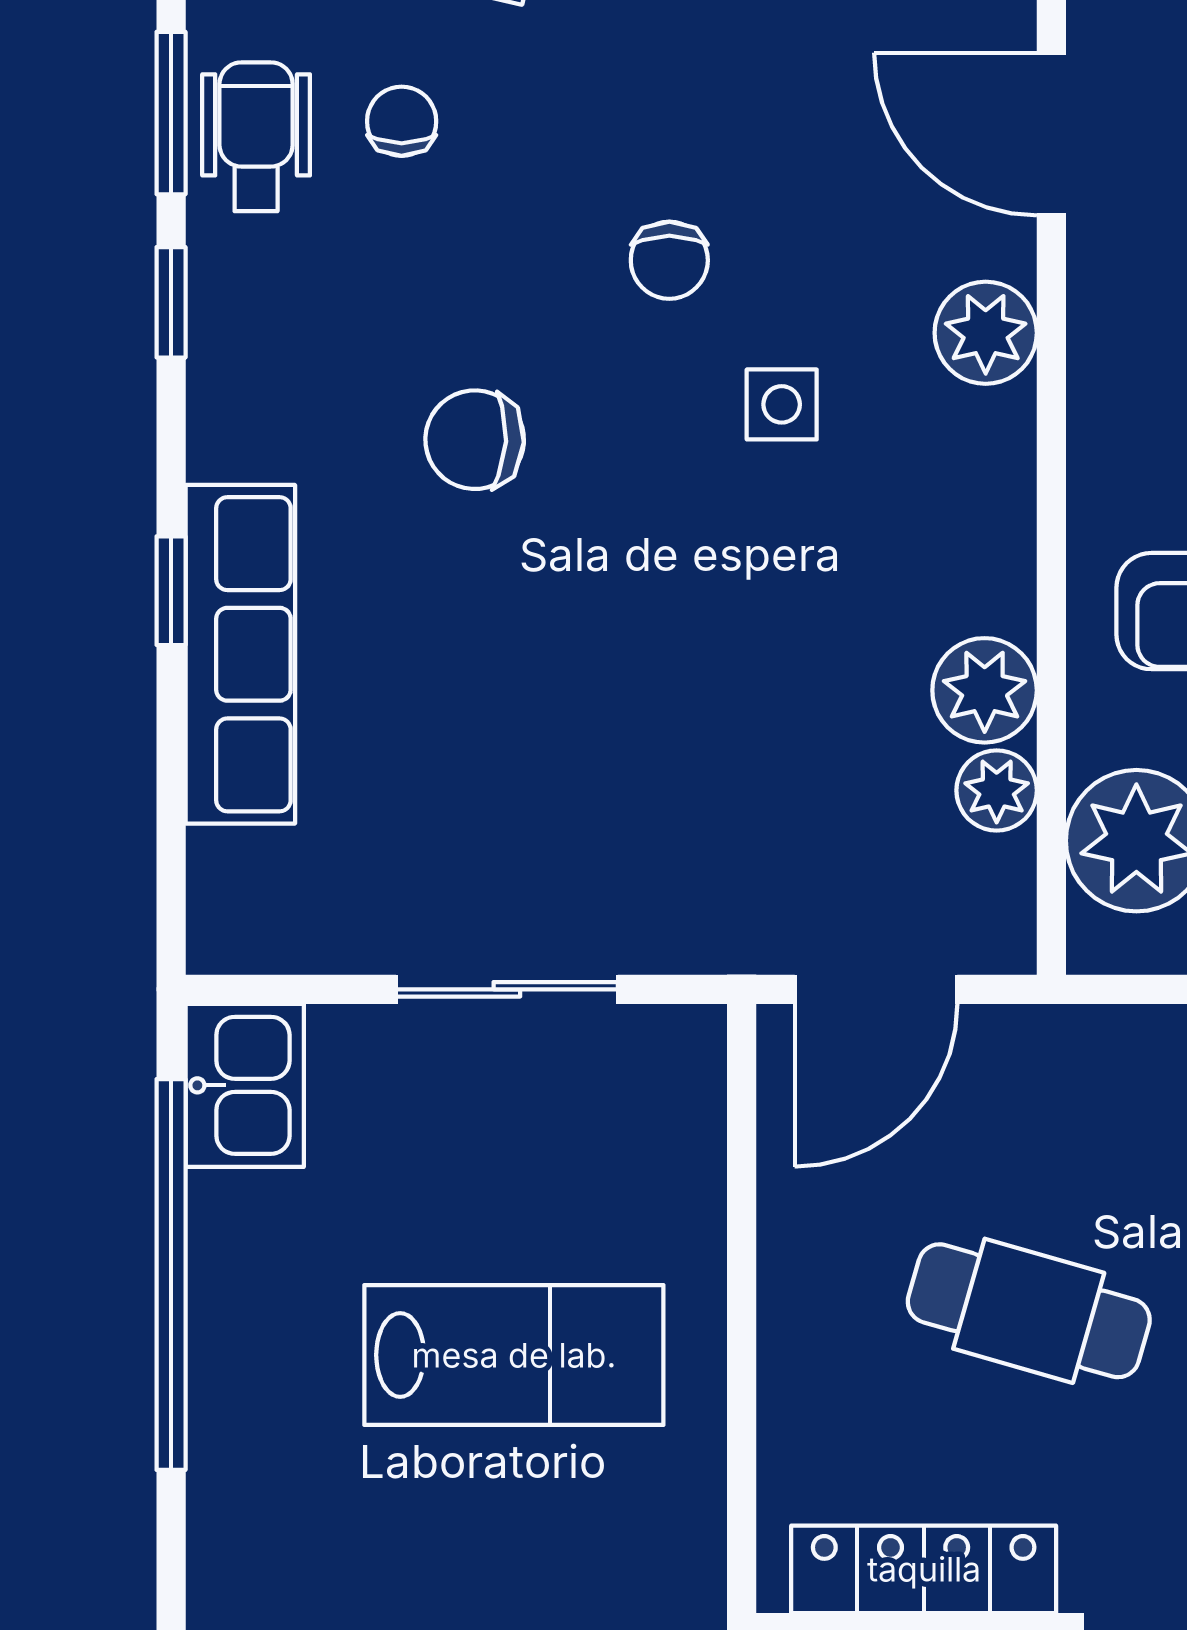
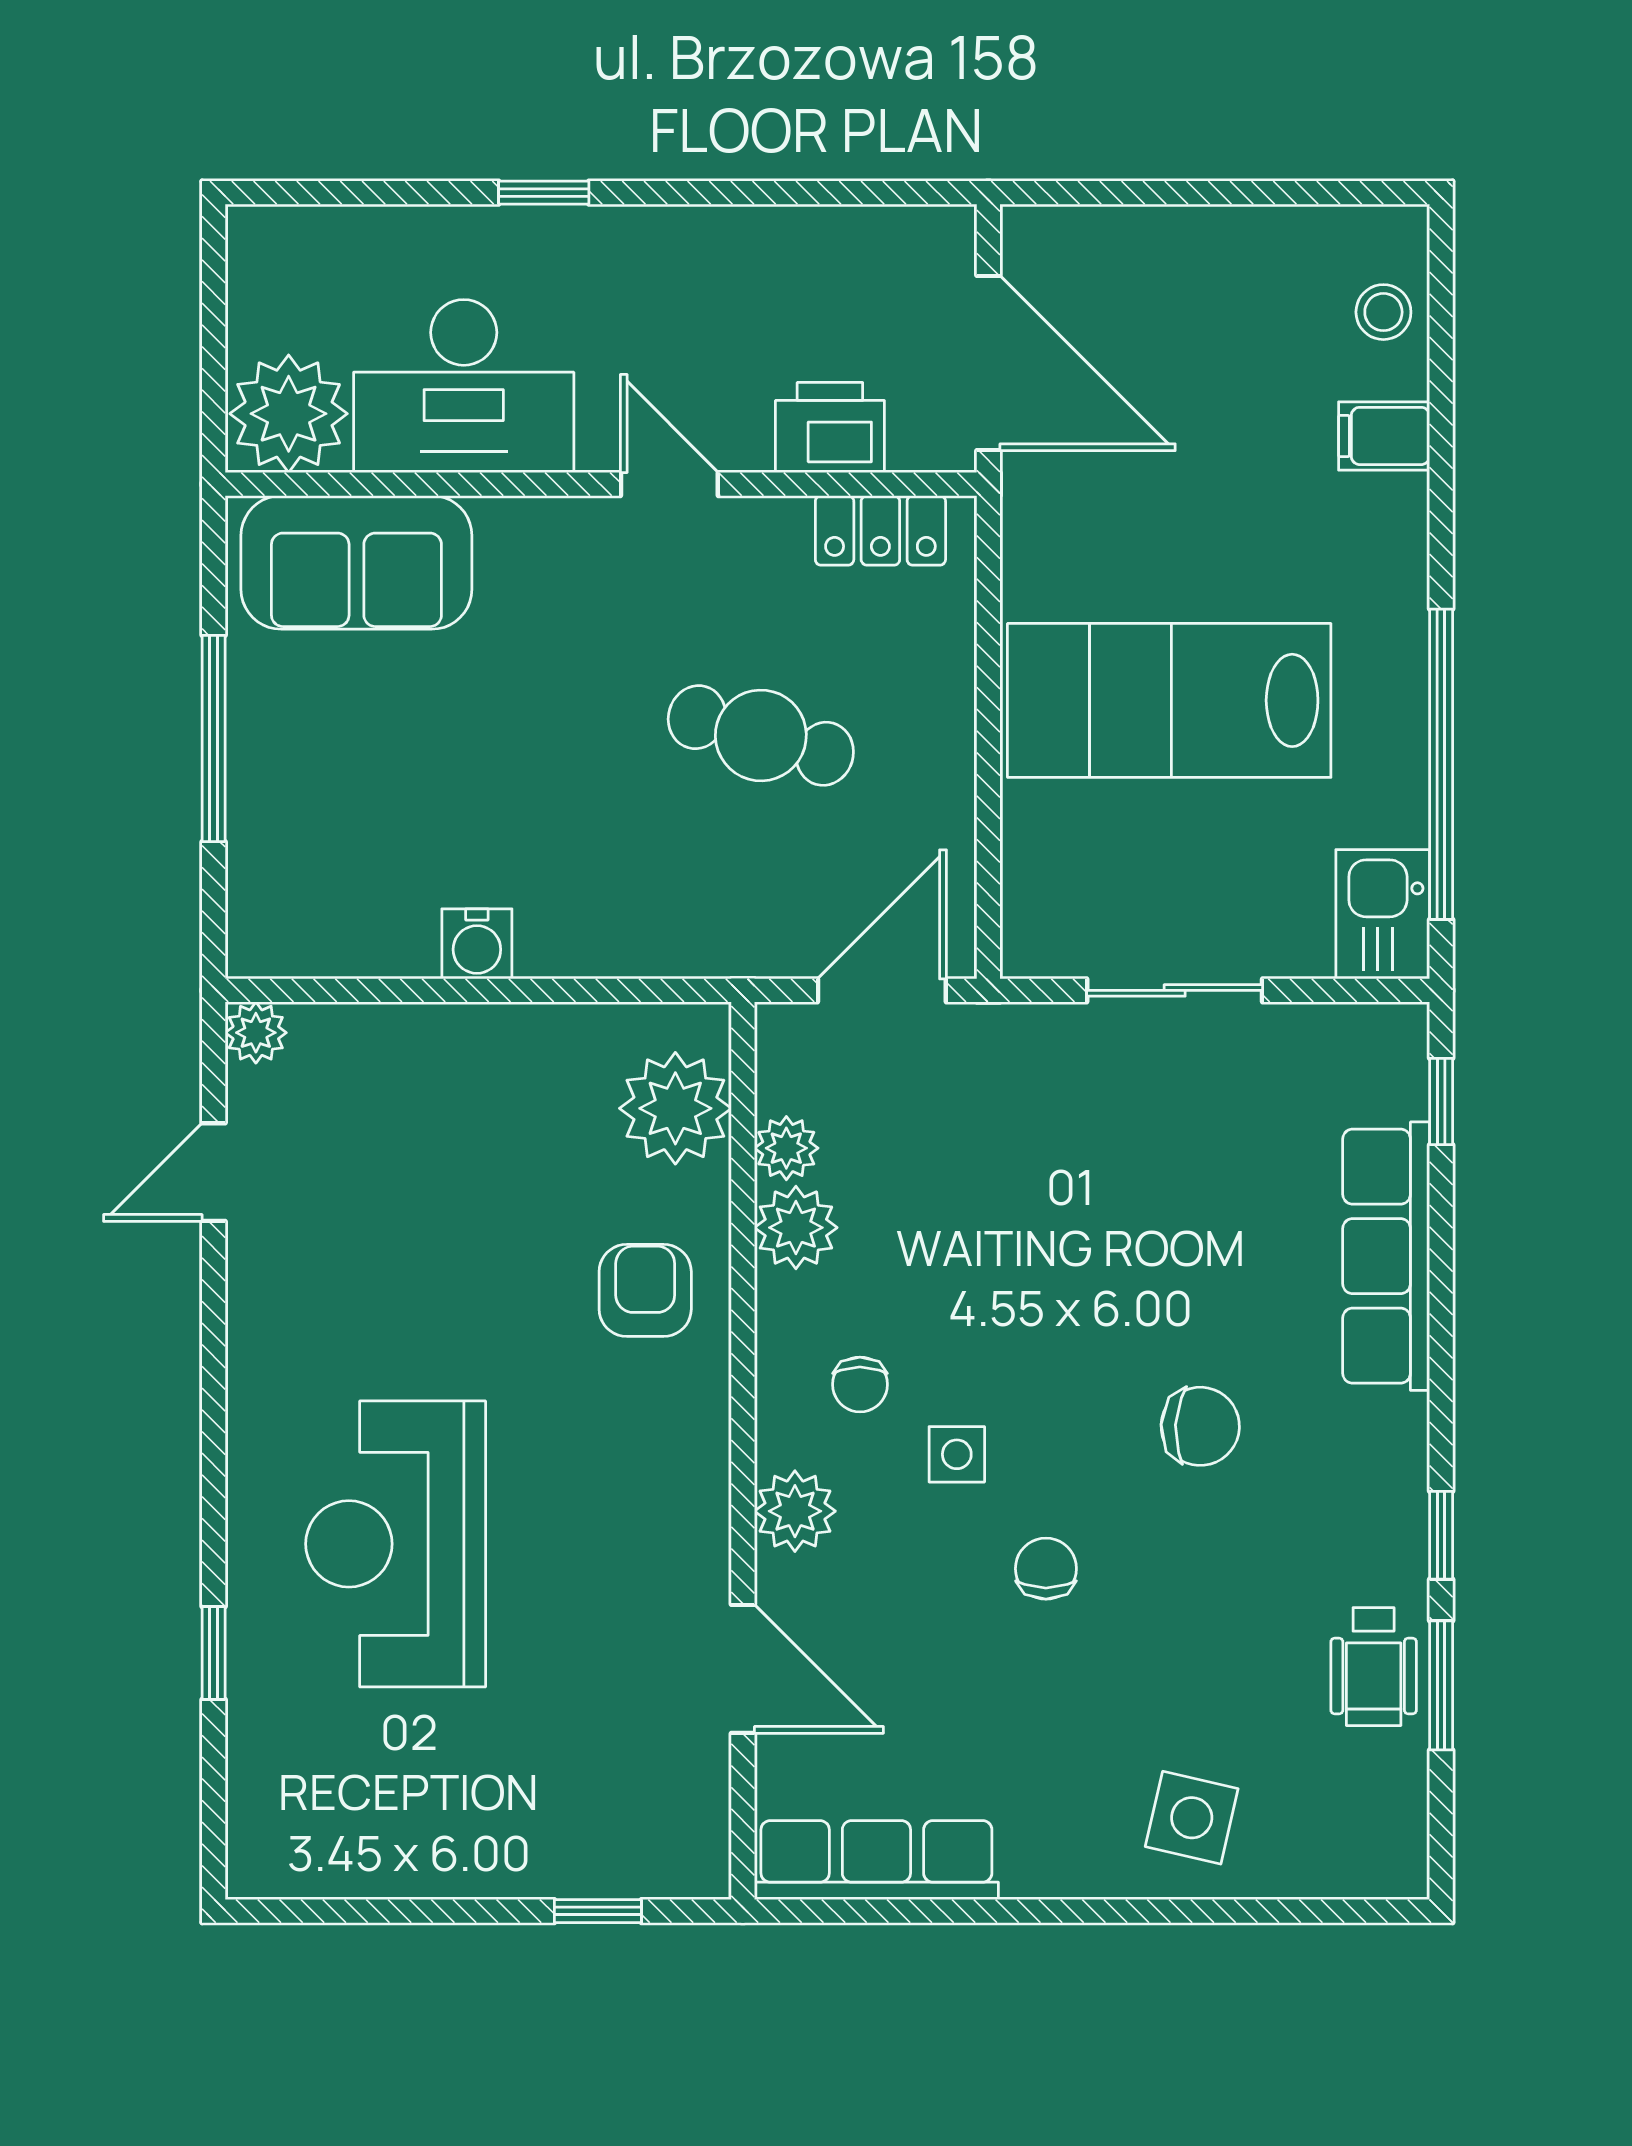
chair: (402, 121) -> (860, 1384), moved
window: (171, 591) -> (1441, 1101), moved
lab bench: (514, 1355) -> (1169, 700), width x1.36, depth x1.39
locker: (924, 1569) -> (880, 530), width x0.66

